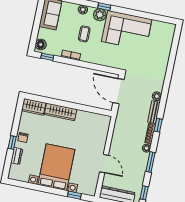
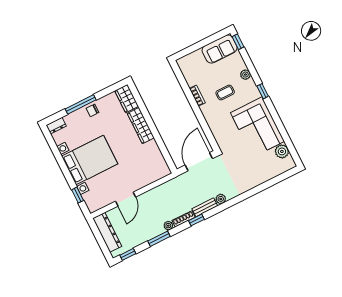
plant: (100, 15) -> (282, 151), moved
floor lamp: (41, 44) -> (186, 62), removed
window: (47, 57) -> (180, 76), removed
window: (12, 143) -> (81, 104), width x2.17
dresser: (17, 156) -> (56, 126), moved

